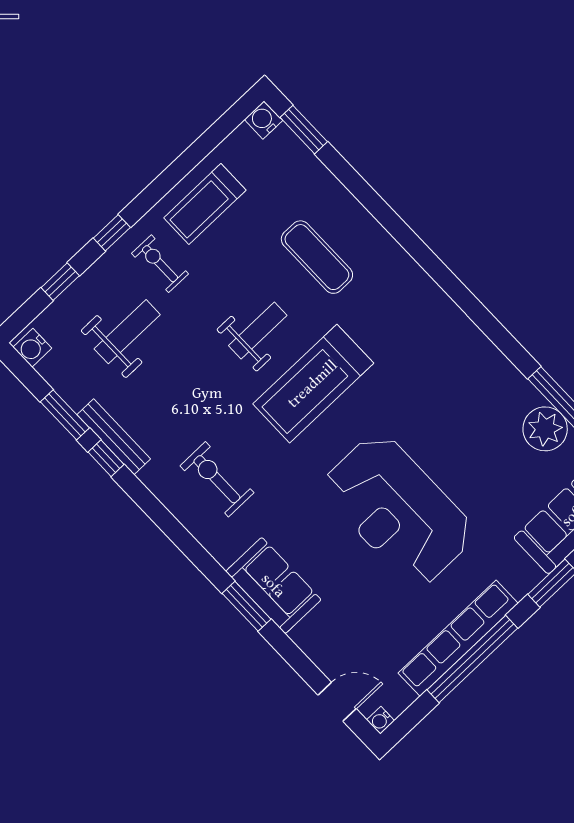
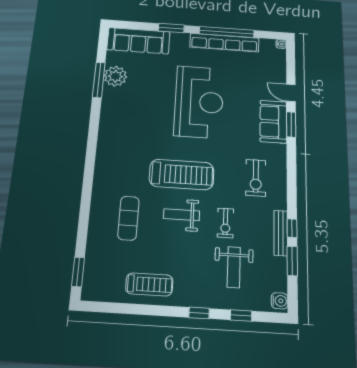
water cooler: (263, 120) -> (89, 293), removed
exercise bike: (160, 264) -> (225, 223), moved
weight bench: (127, 332) -> (234, 267), turned -90
door: (337, 702) -> (291, 93), moved

